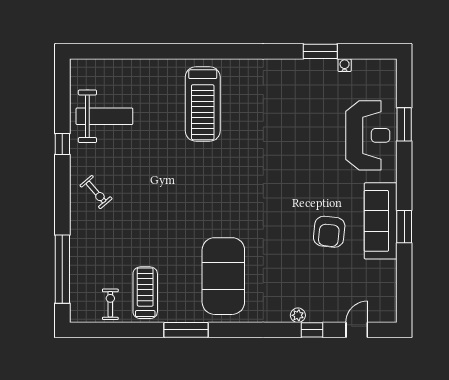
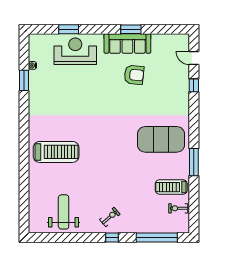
window: (62, 144) -> (112, 238), moved
plant: (298, 315) -> (185, 94), removed

